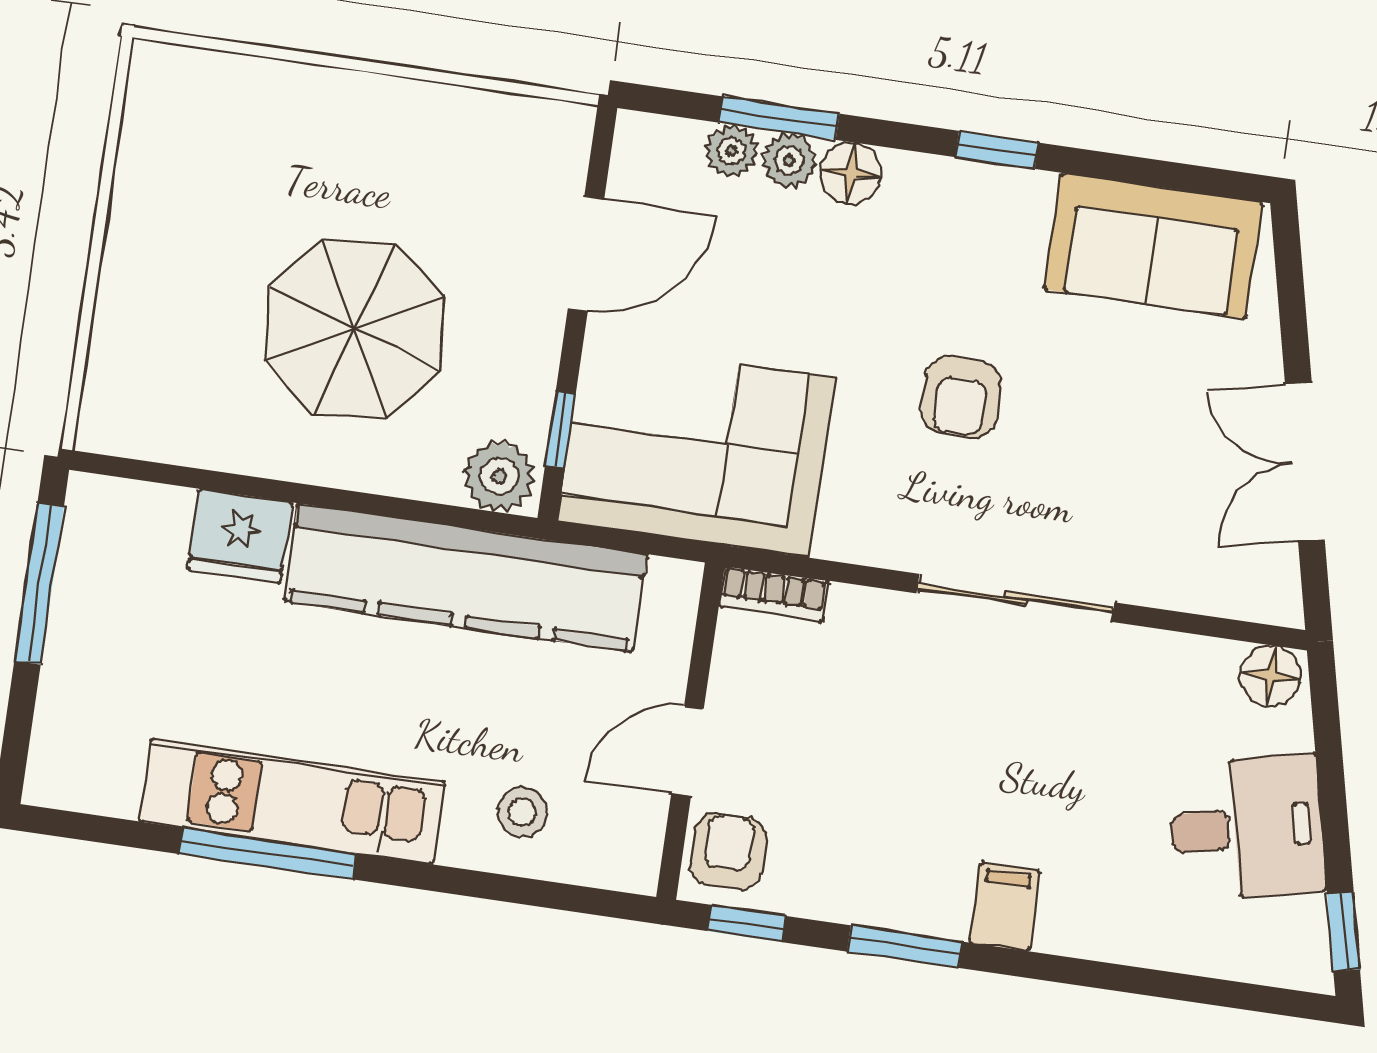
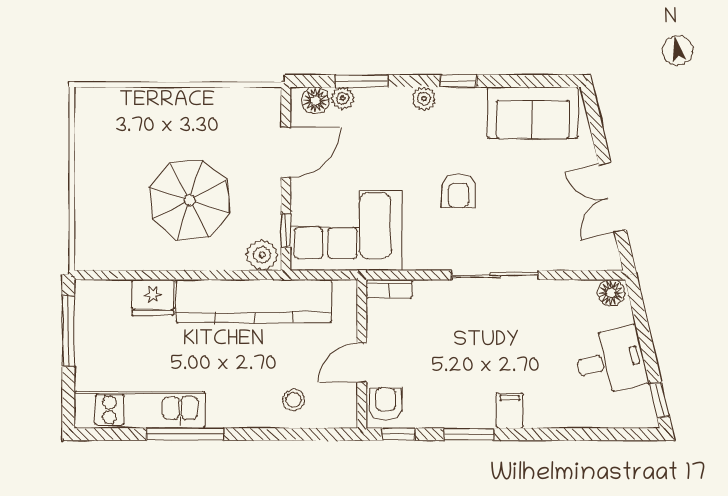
plant: (789, 160) -> (424, 99), moved
floor lamp: (851, 173) -> (315, 100), moved
kitchen unit: (292, 801) -> (140, 410), moved

